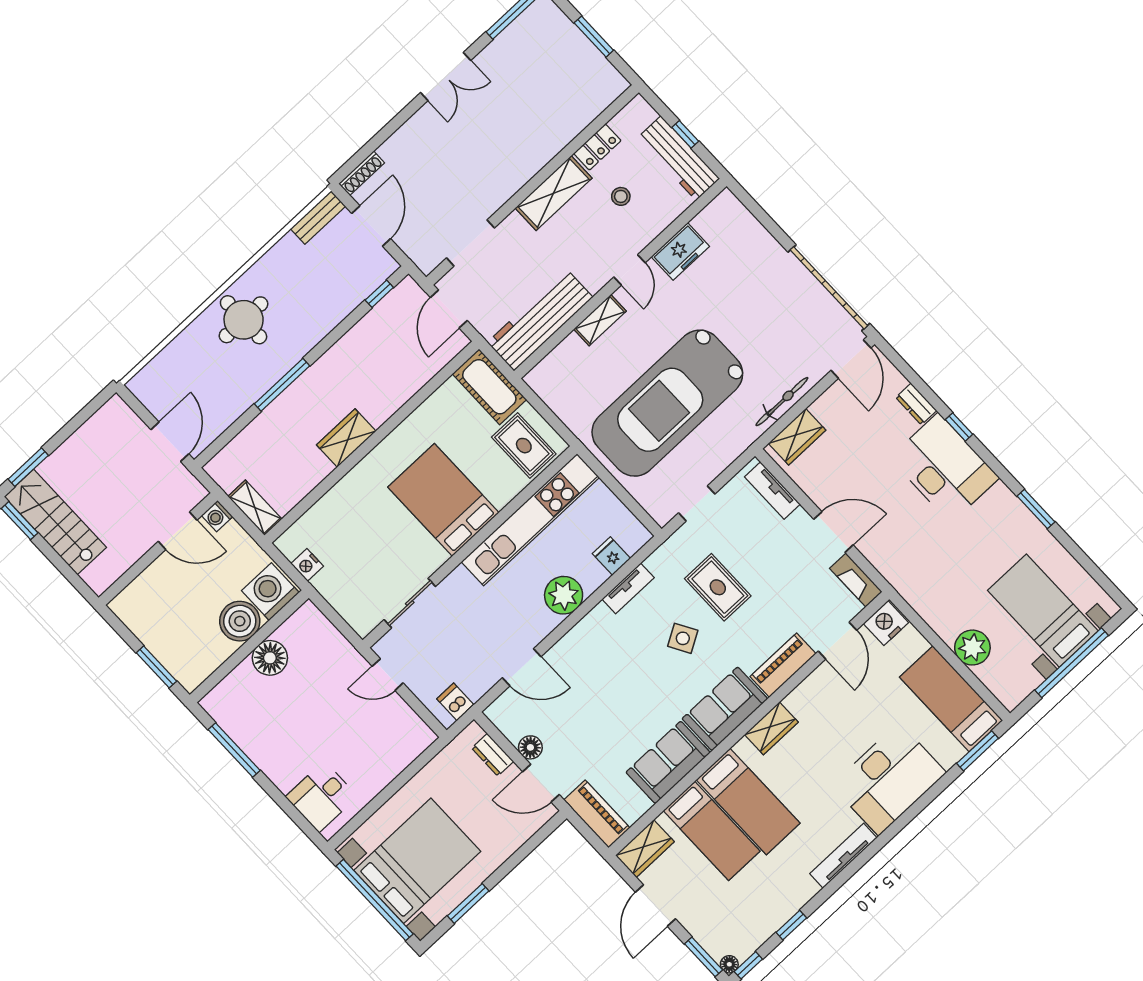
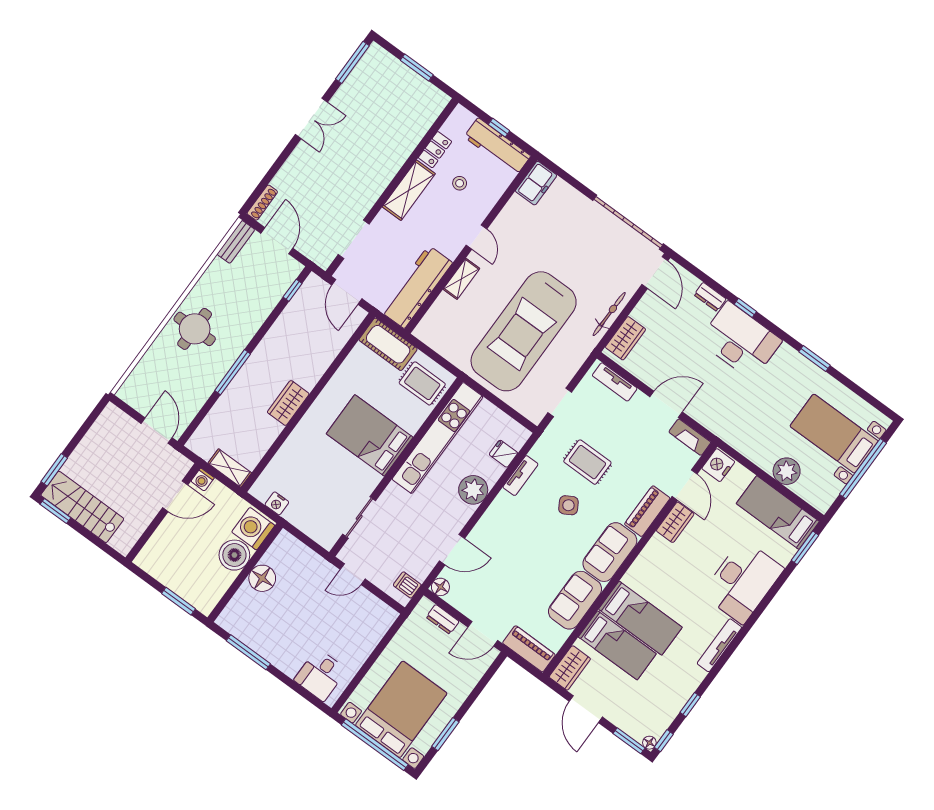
freezer: (680, 251) -> (536, 183), moved
wardrobe: (771, 728) -> (675, 522), moved
floor lamp: (530, 747) -> (440, 587), moved

